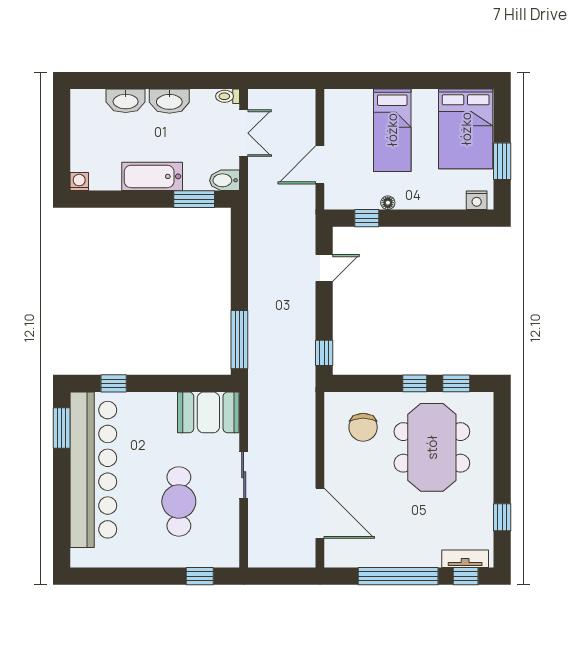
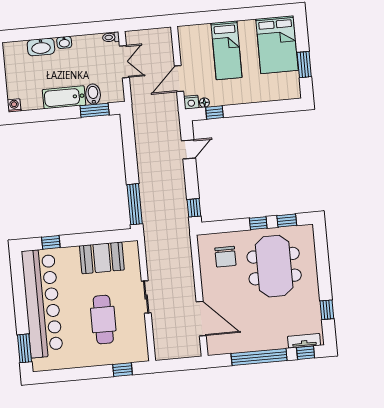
washbasin: (169, 101) -> (64, 42), width x0.52, depth x0.69
bidet: (225, 180) -> (93, 94), moved, turned 90
nightstand: (477, 200) -> (191, 102), moved
floor lamp: (388, 203) -> (204, 103), moved
booth: (208, 412) -> (102, 258), moved
window: (62, 428) -> (24, 348), moved

